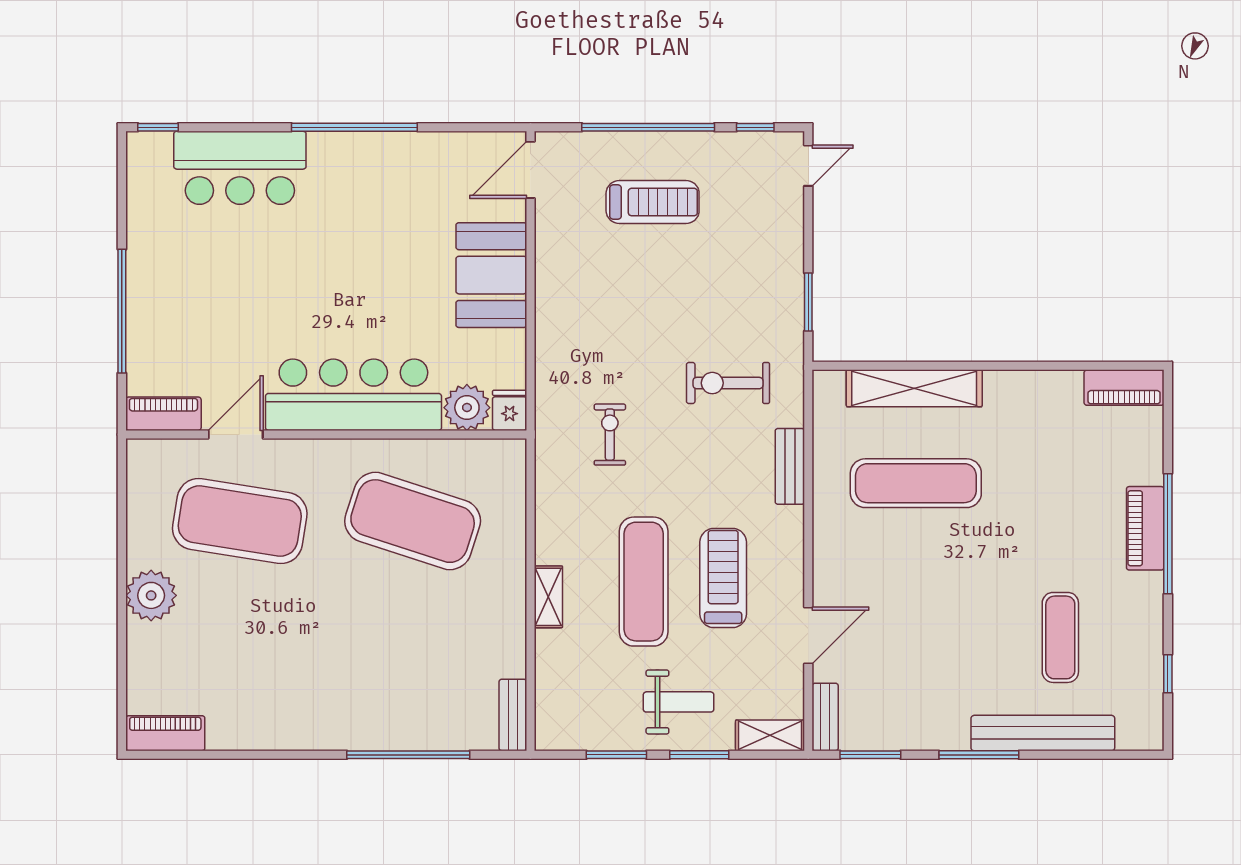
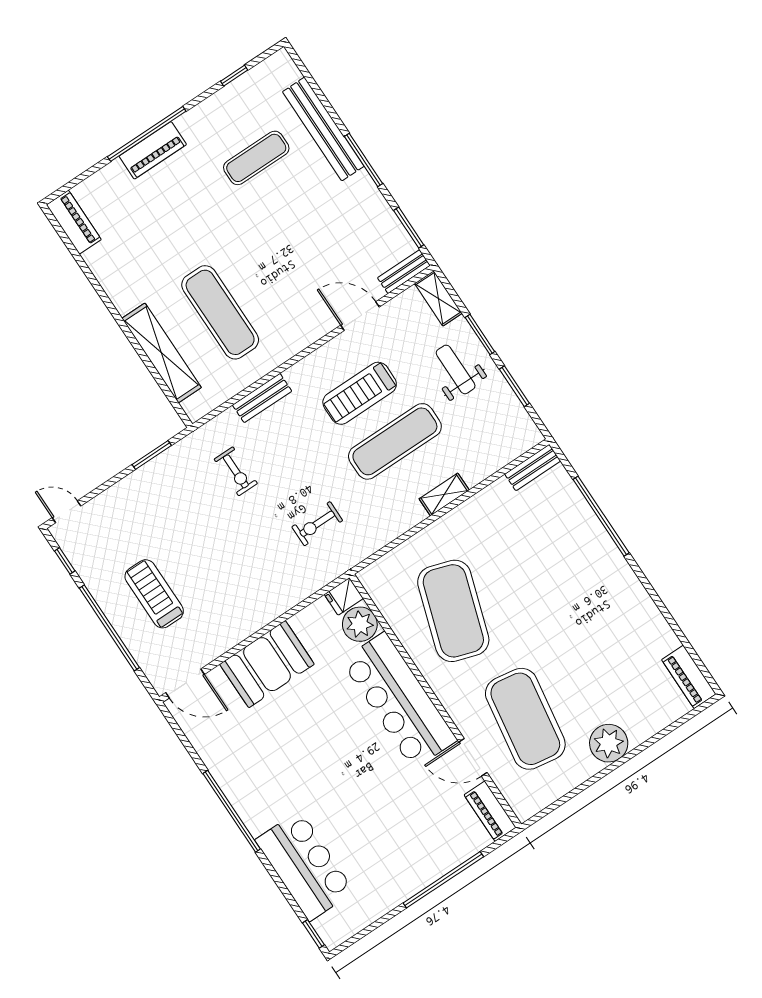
exercise bike: (728, 383) -> (236, 471), width x0.73, depth x0.72

